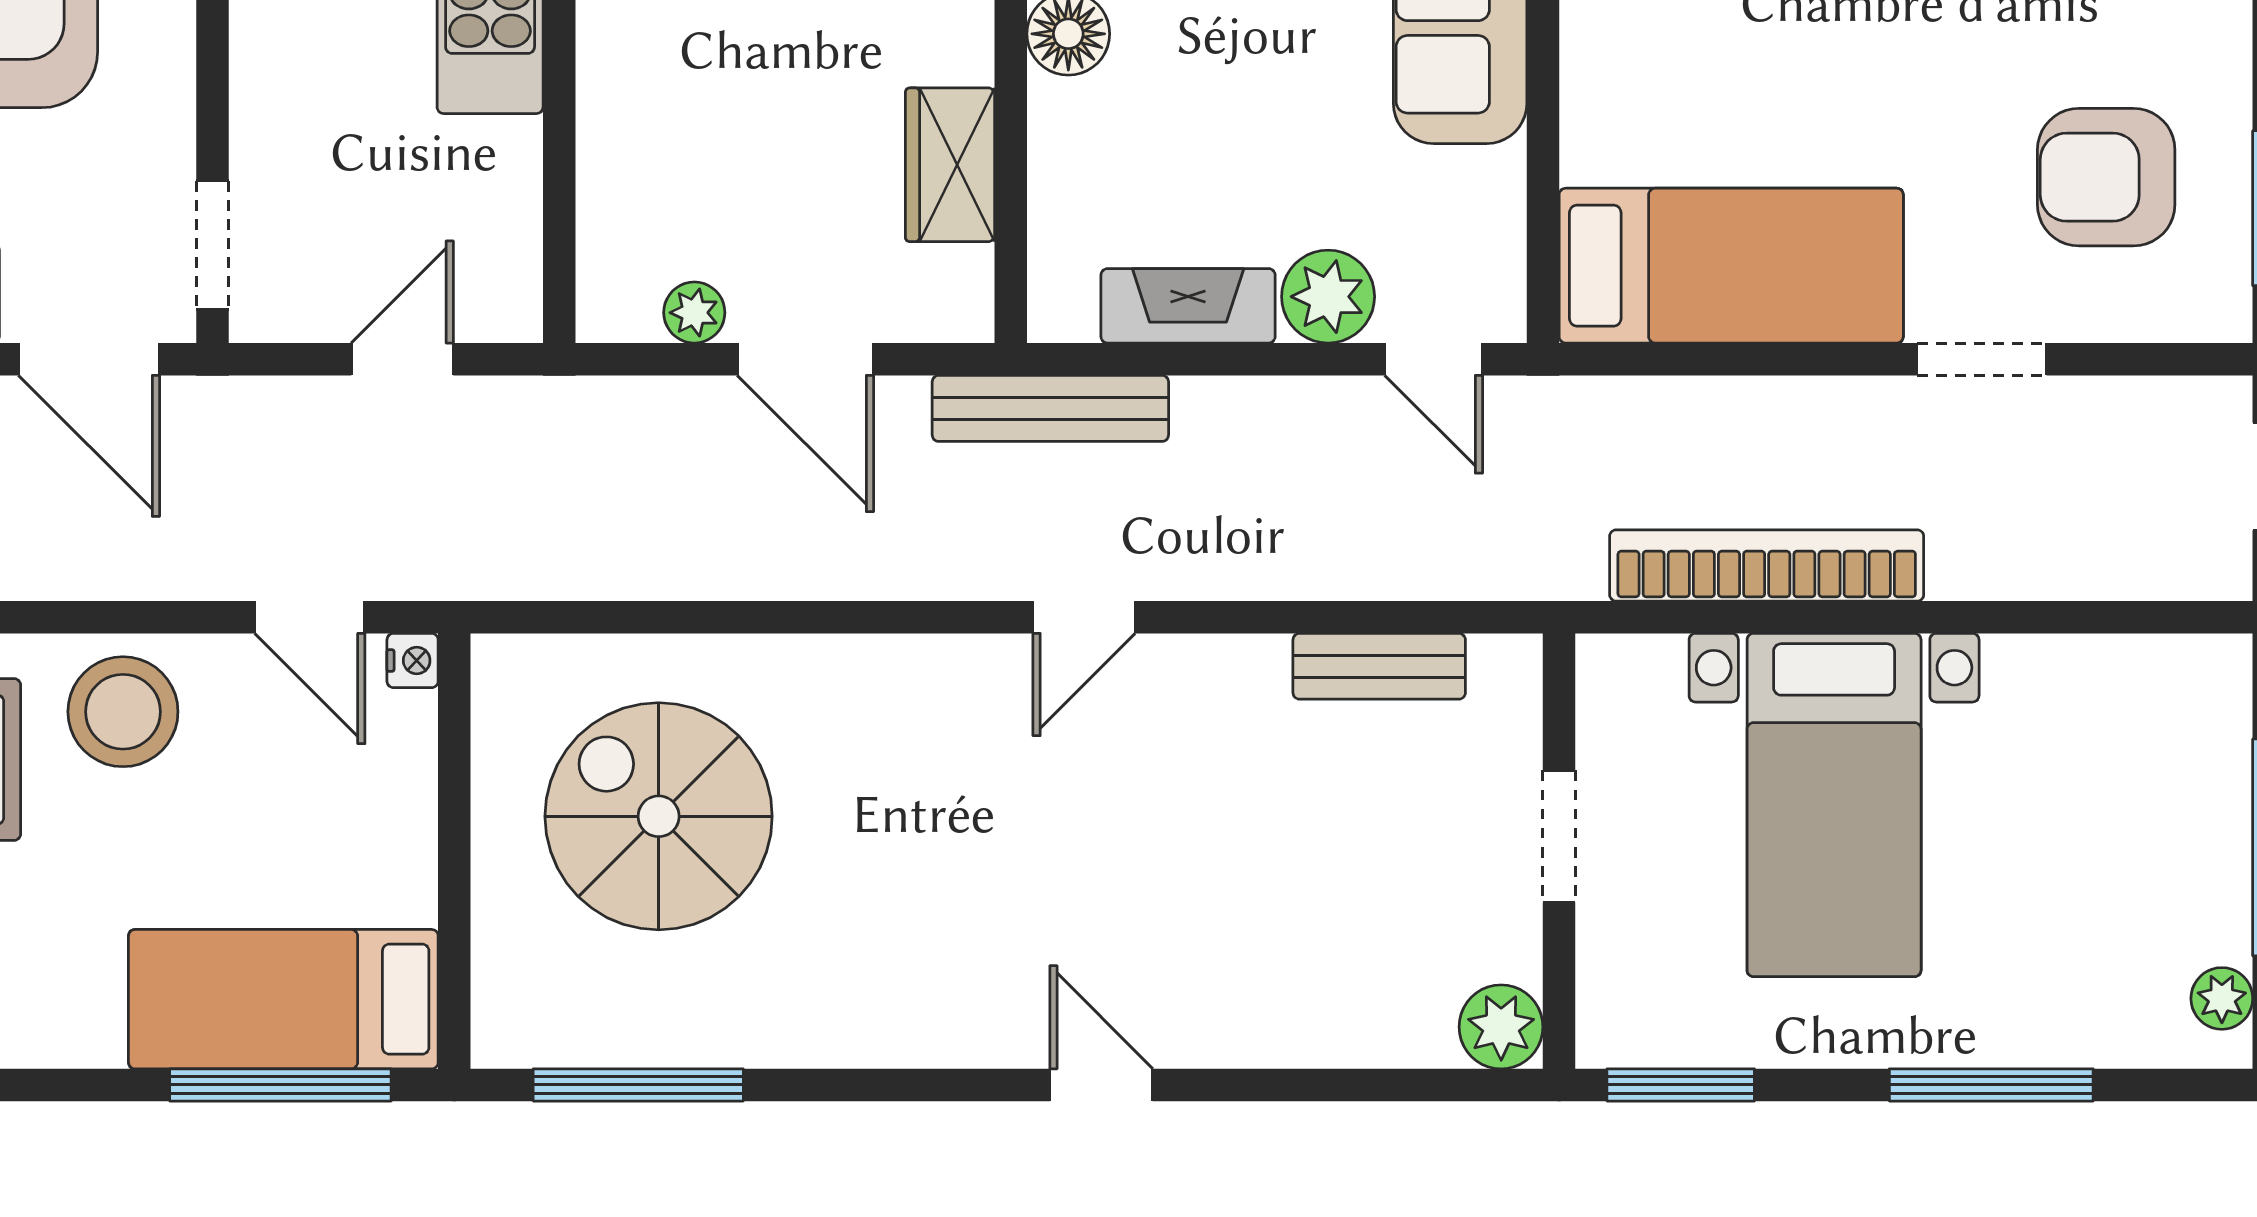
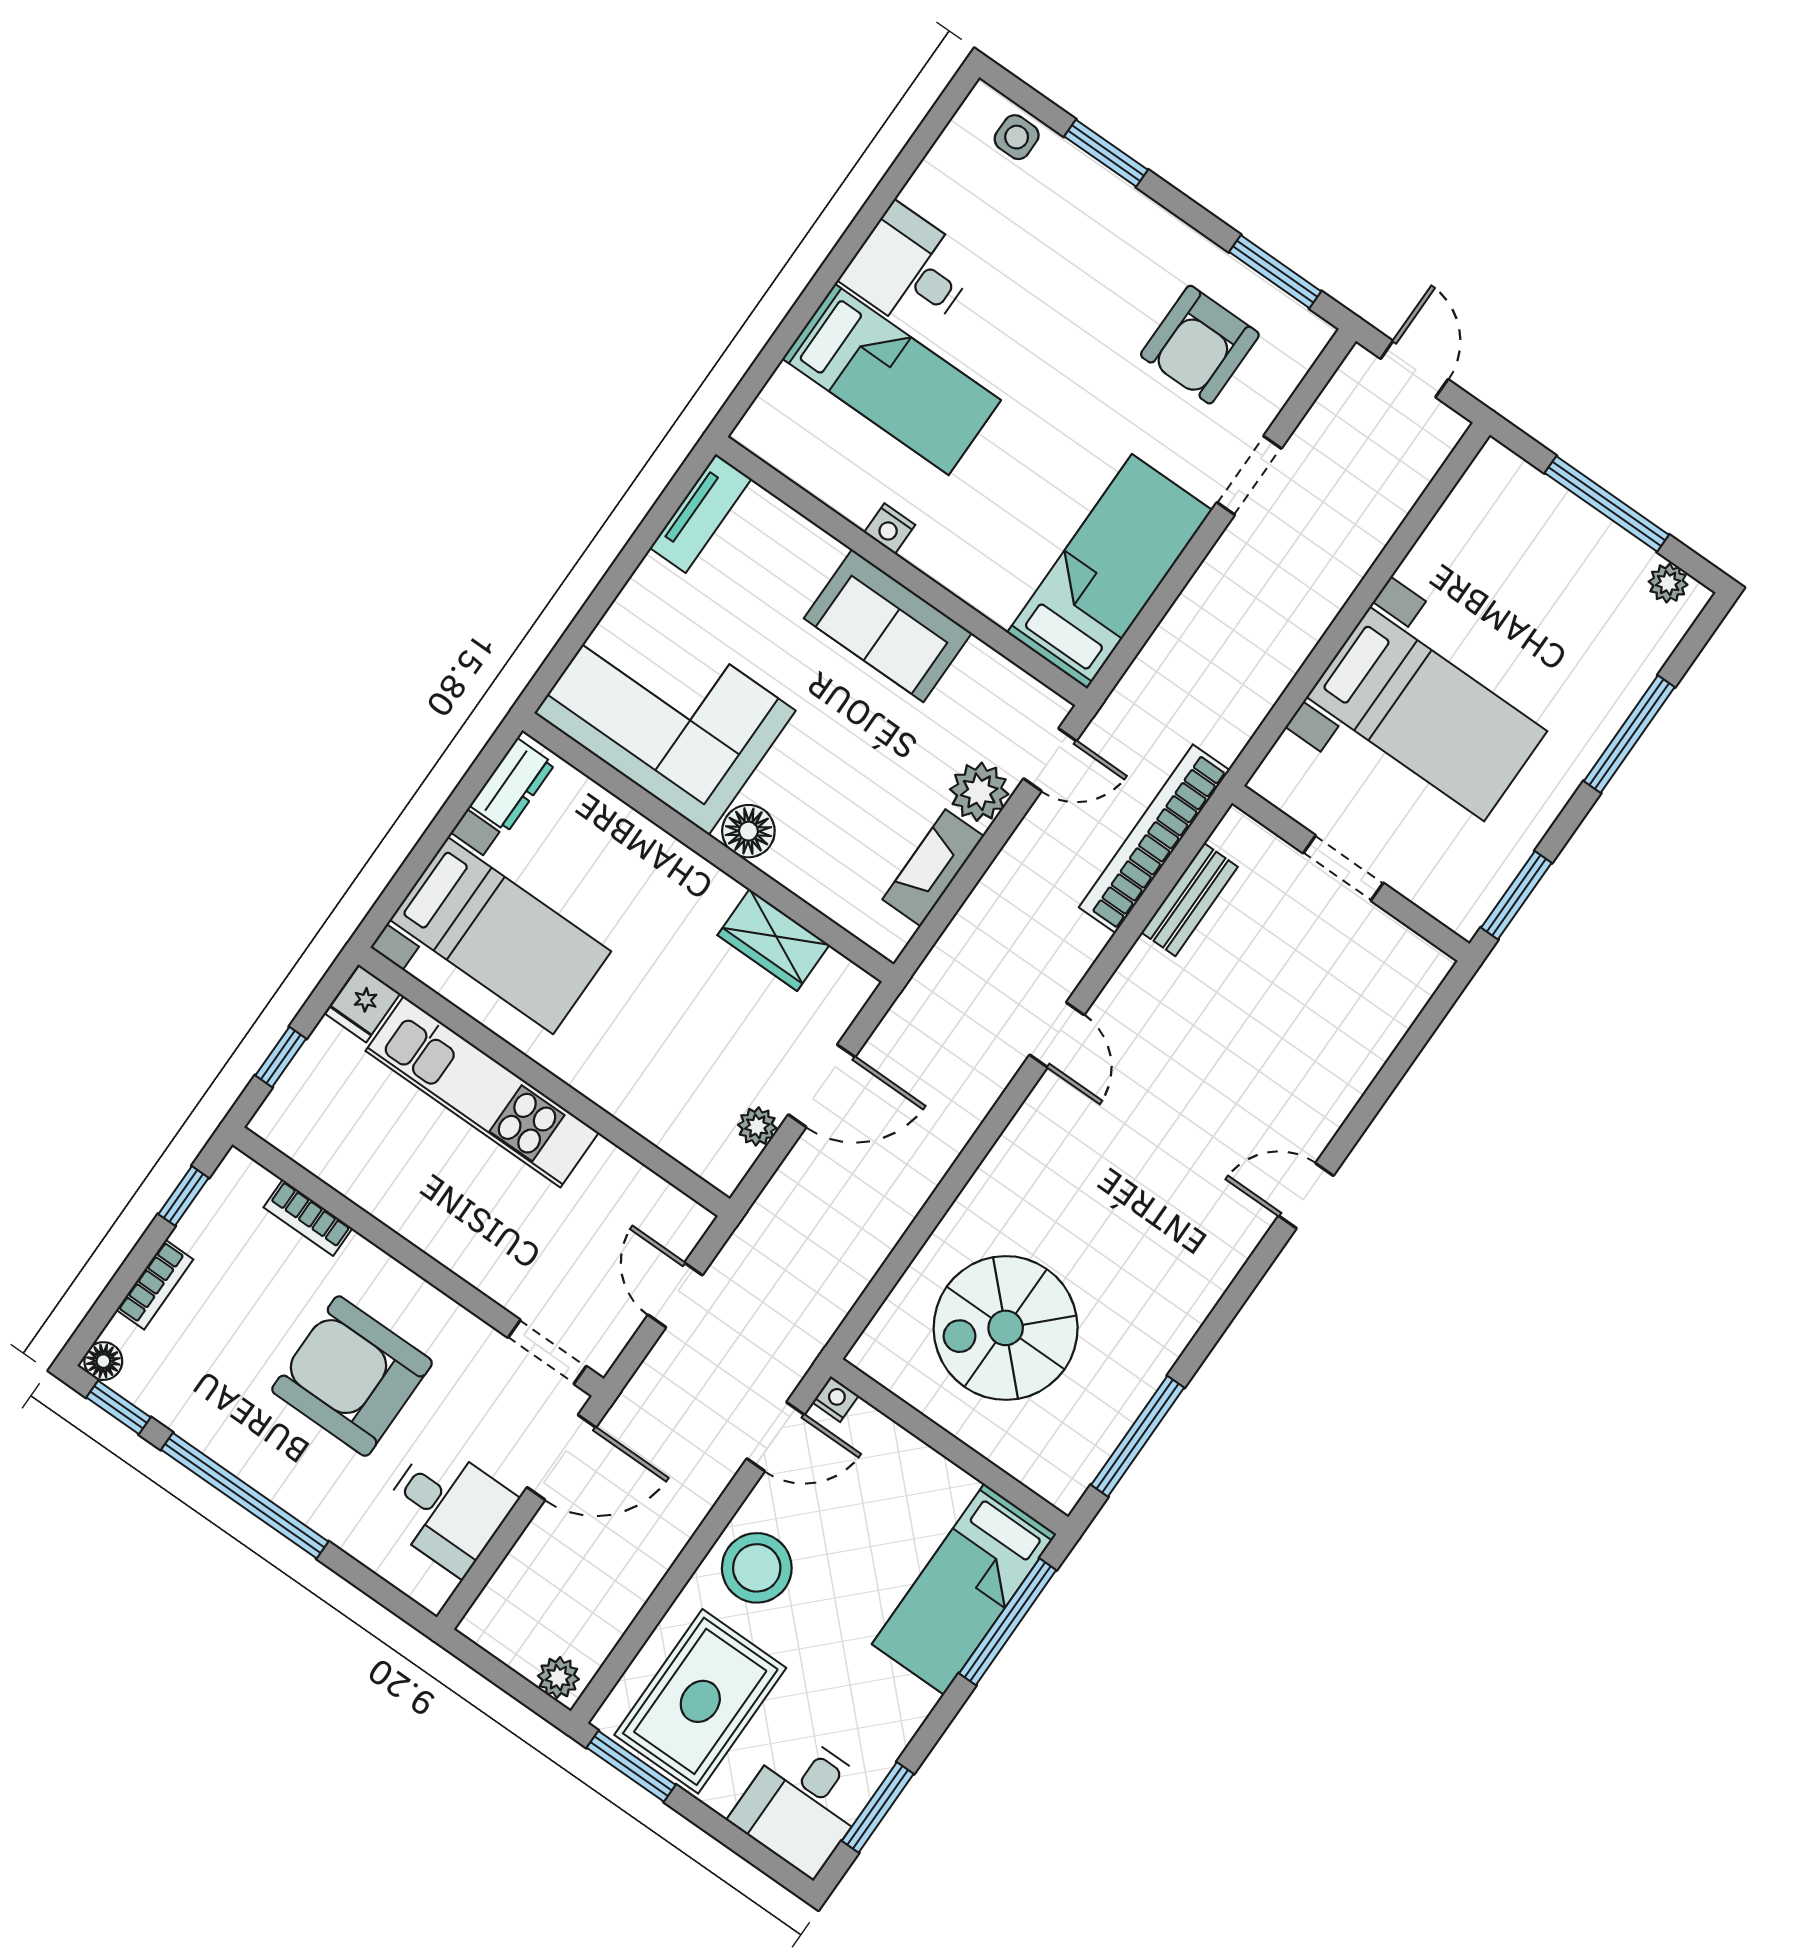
bench: (1050, 408) -> (936, 976), removed
bookcase: (1767, 565) -> (1154, 839), moved
plant: (1501, 1027) -> (1421, 967), removed

